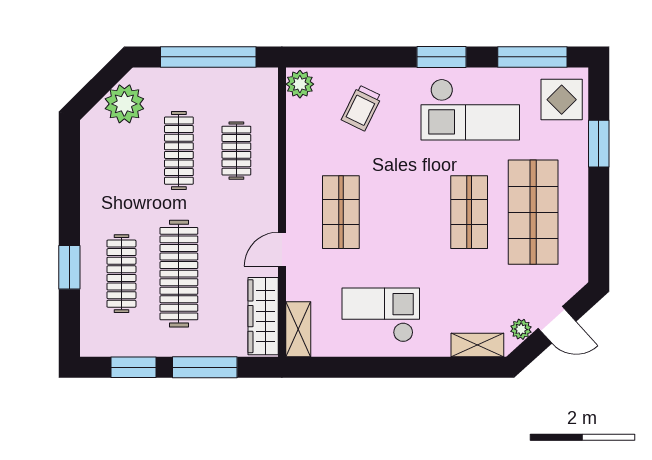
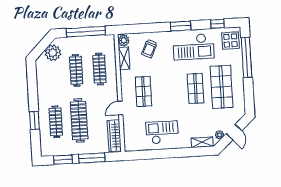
window: (532, 57) -> (218, 24), width x0.46
window: (599, 144) -> (247, 57), width x2.11
clothes rail: (236, 151) -> (99, 69), width x1.36
door: (557, 325) -> (234, 132), hinge flipped
shelving: (298, 329) -> (124, 58), moved

